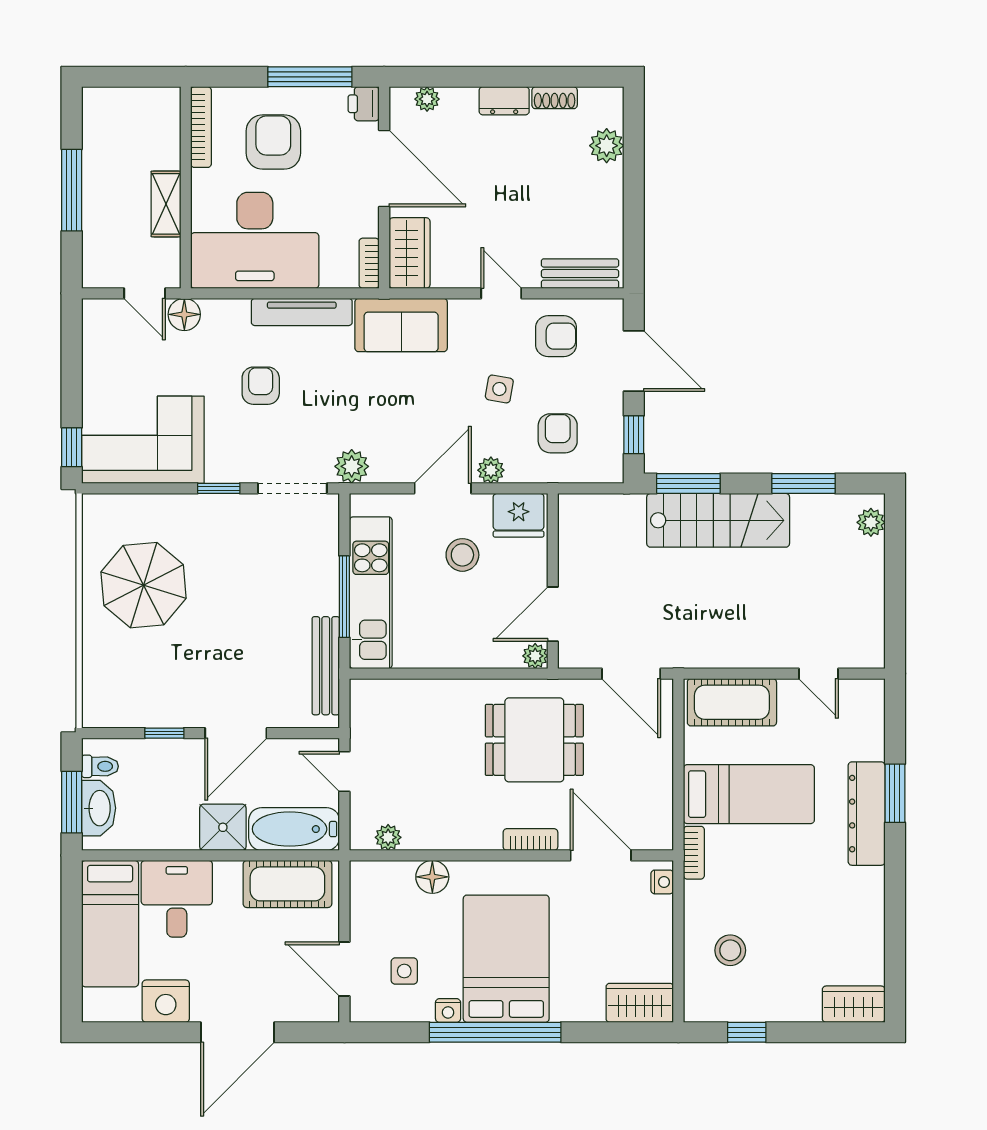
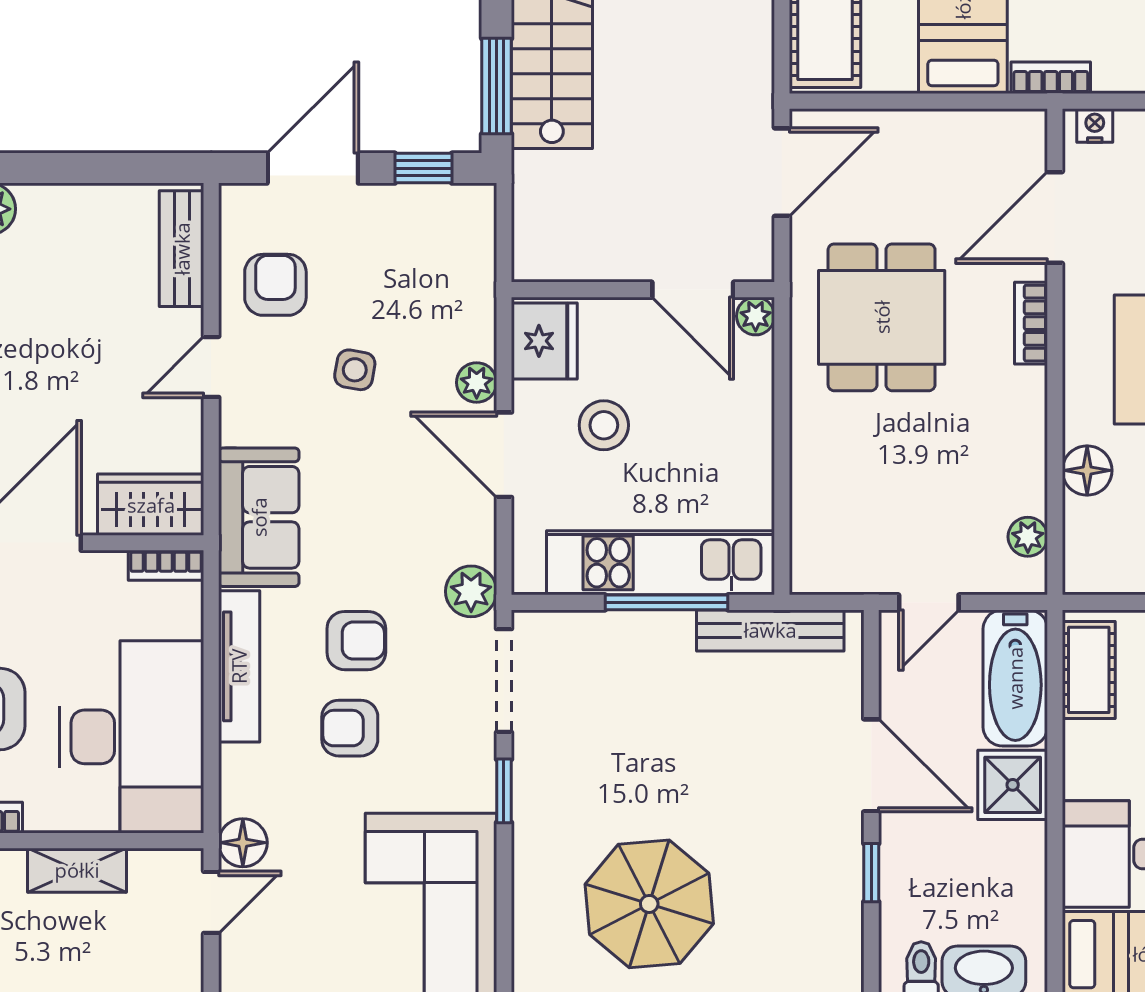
armchair: (558, 433) -> (356, 641), moved, turned 180
cot: (287, 884) -> (1089, 670), width x0.73, depth x0.75

